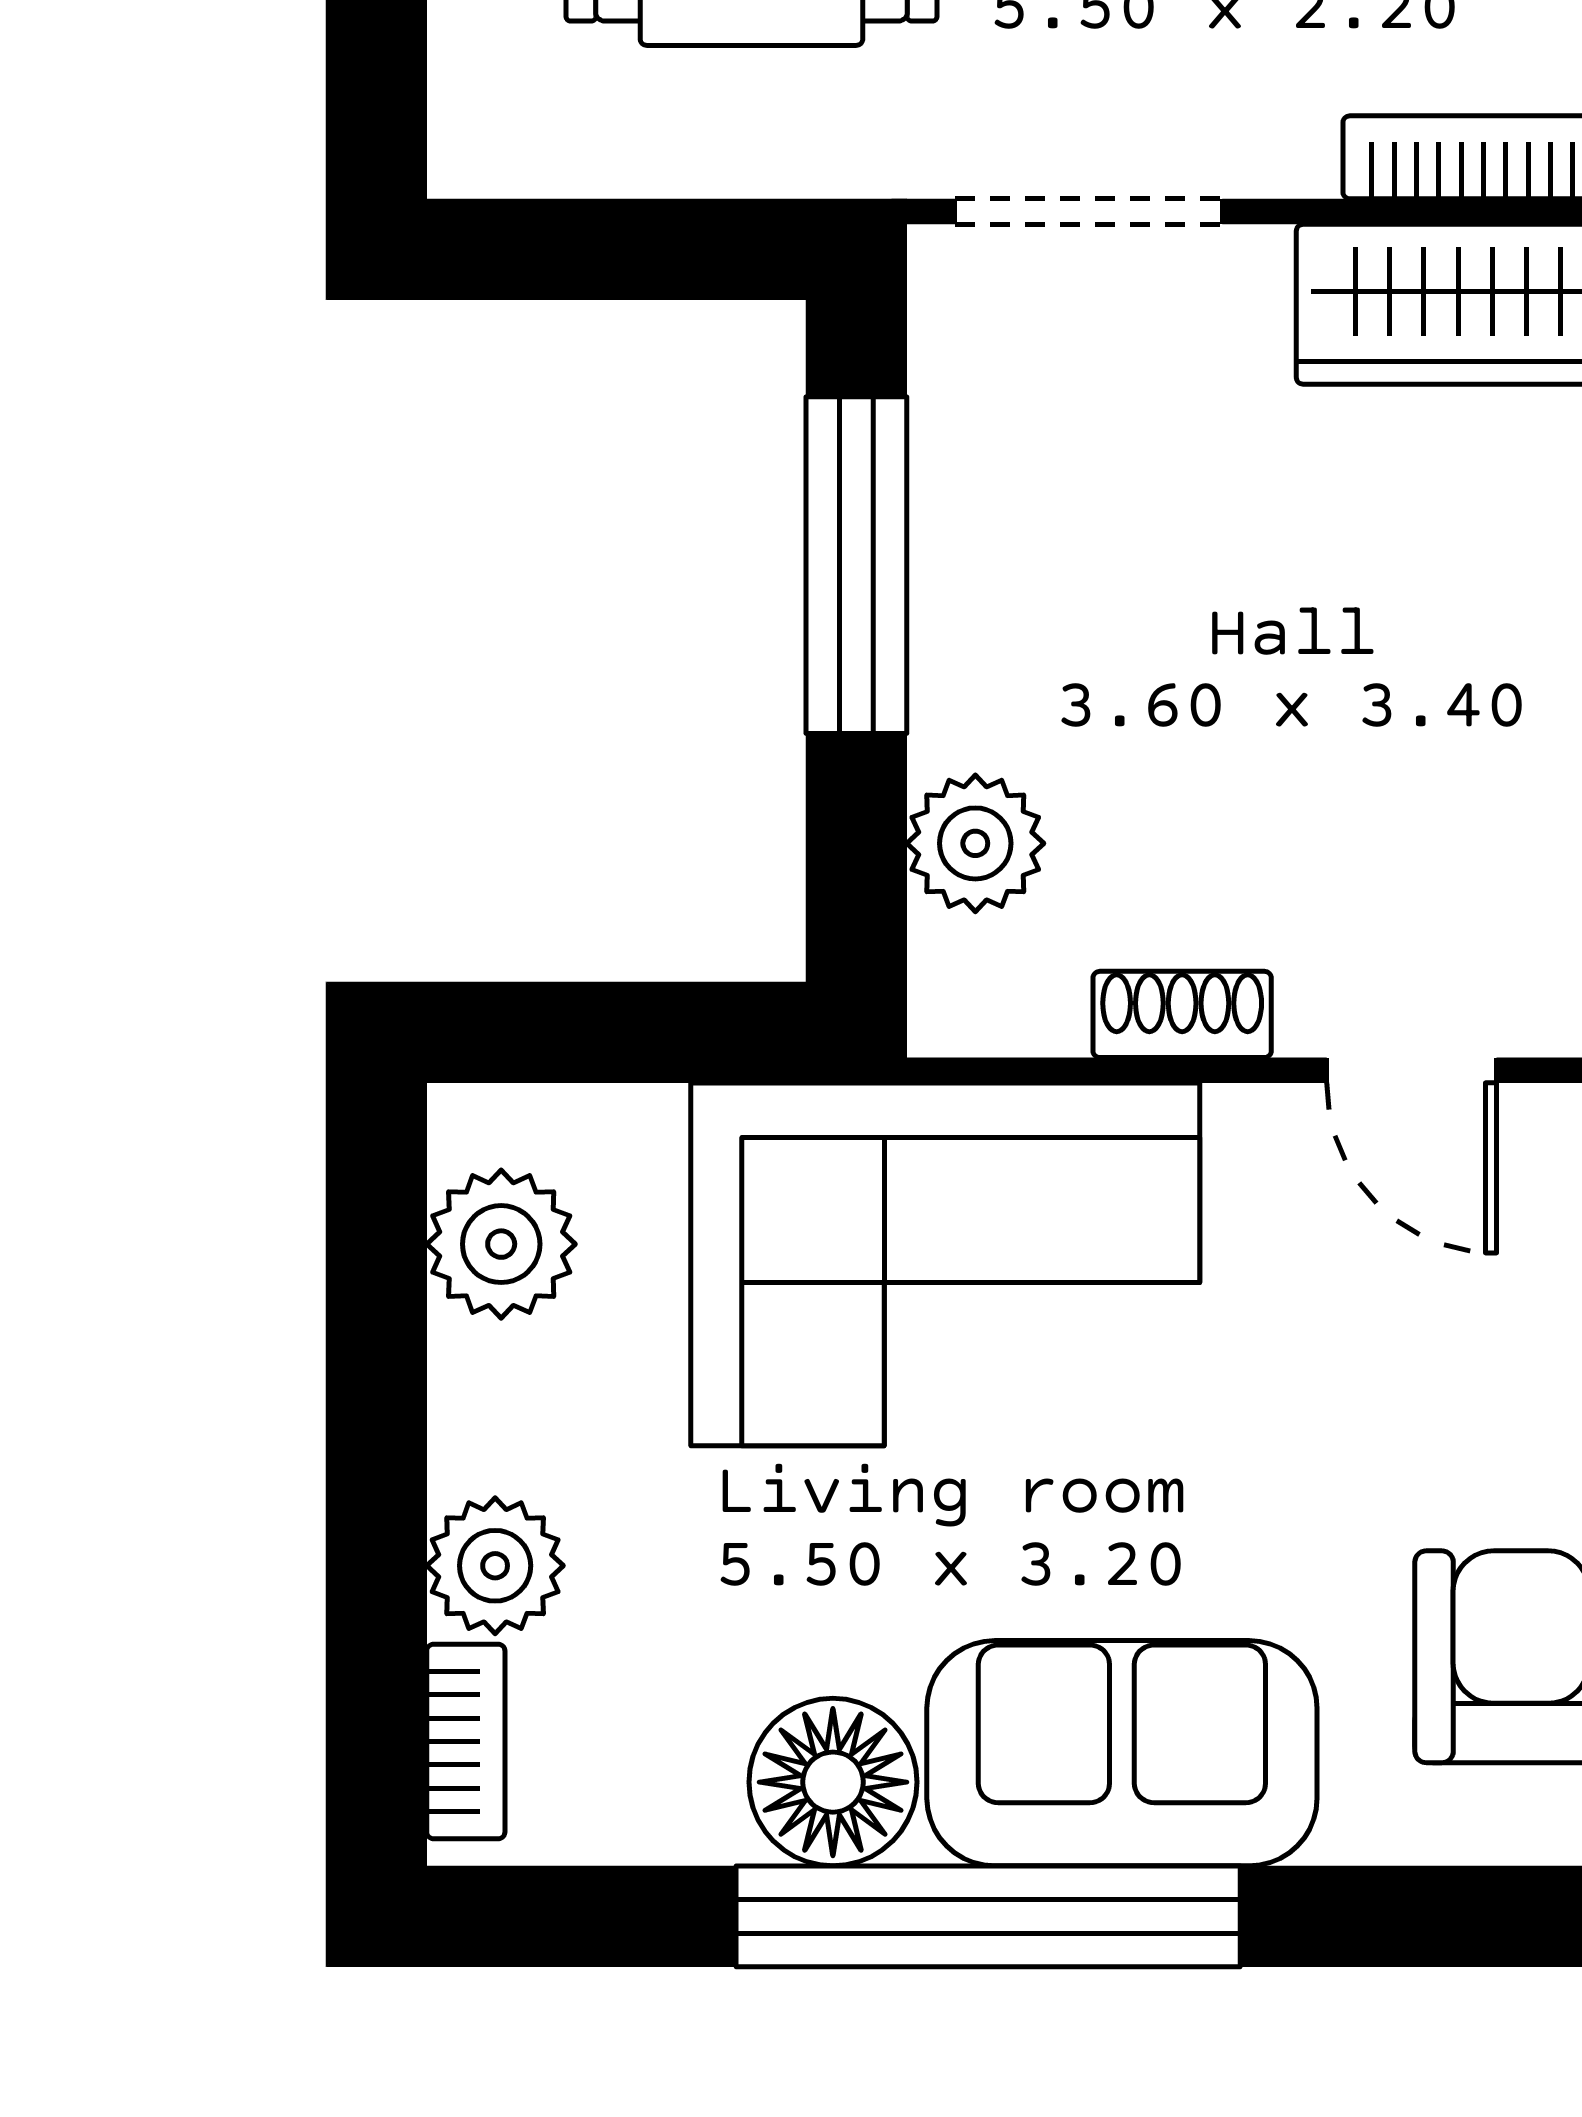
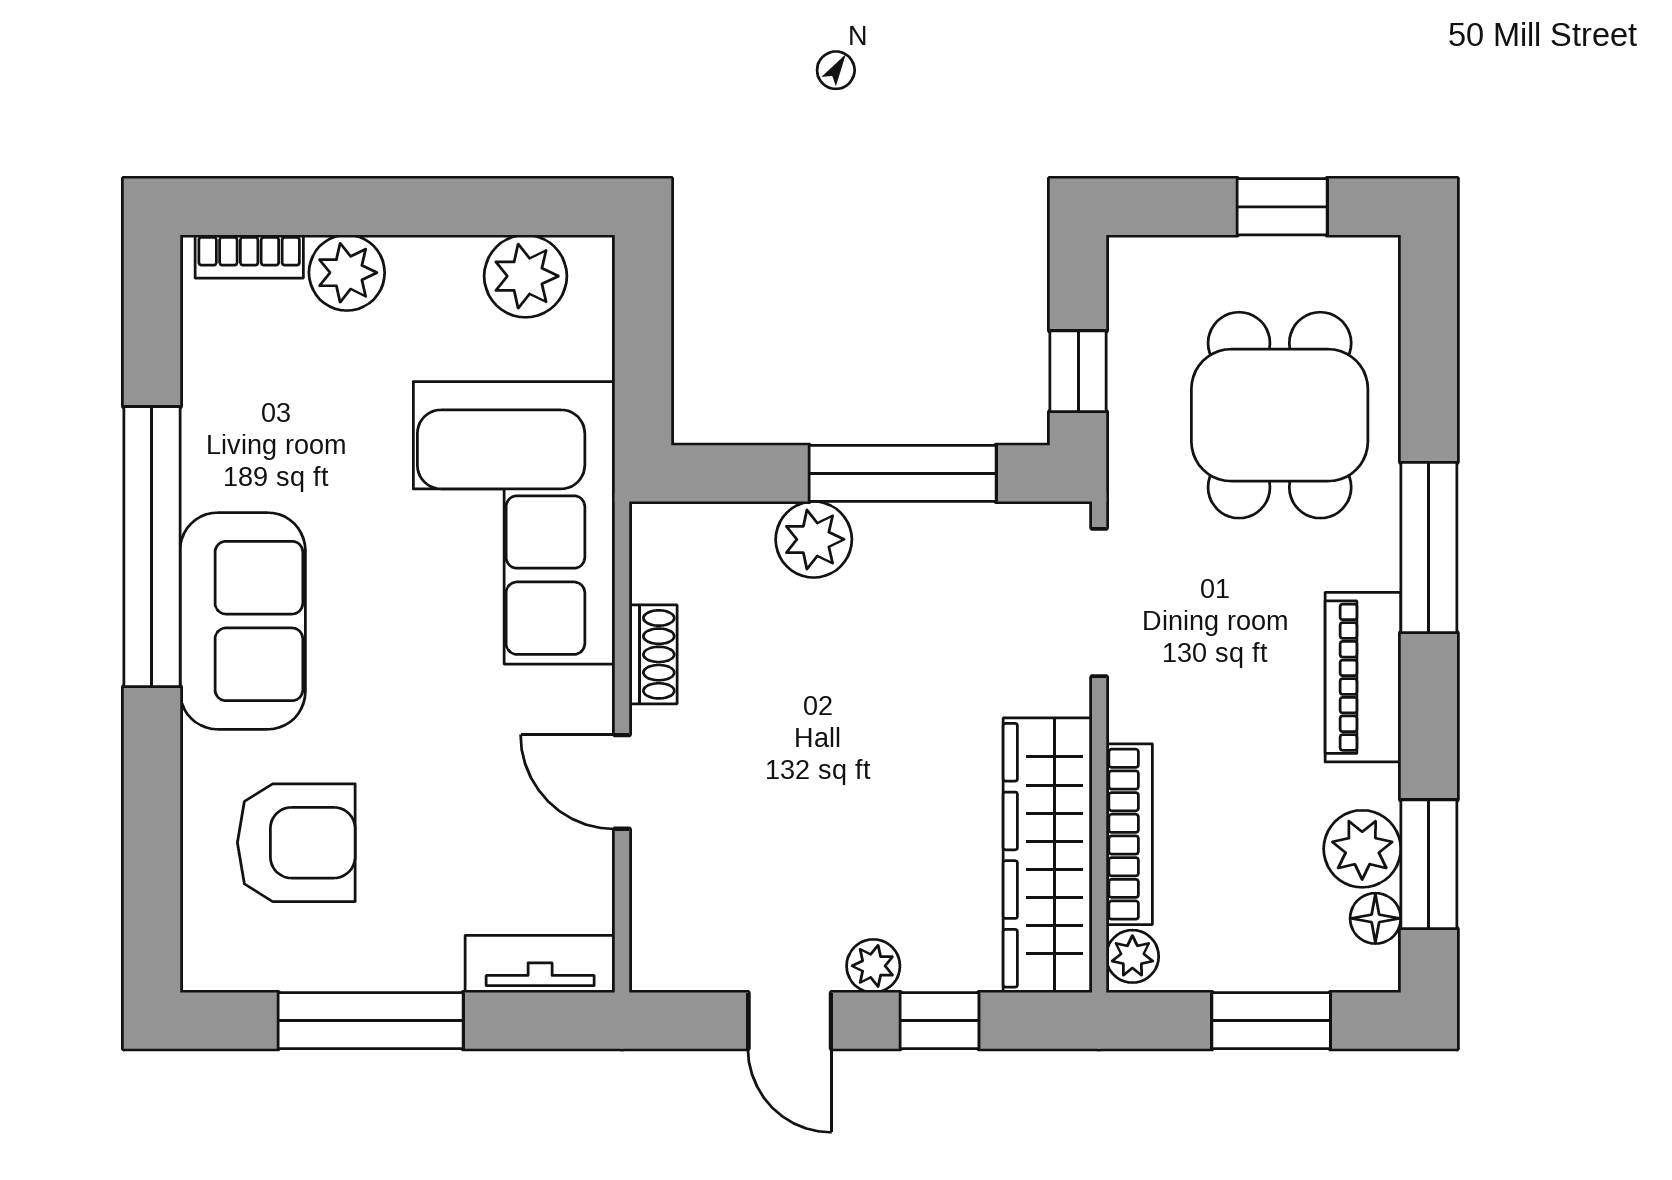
window: (672, 249) -> (1078, 371), added
plant: (975, 843) -> (814, 539), moved
door: (1412, 1070) -> (622, 782), hinge flipped
floor lamp: (833, 1782) -> (227, 460), removed

